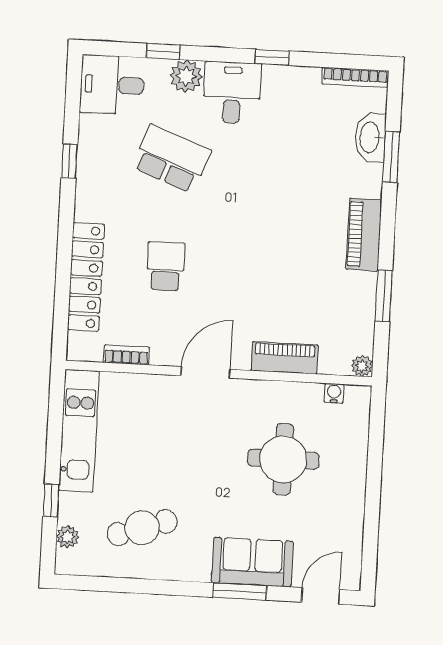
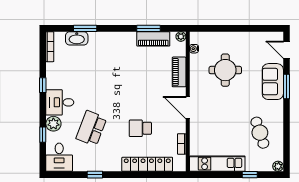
piano: (364, 235) -> (153, 39), moved
plant: (68, 537) -> (278, 166), moved

